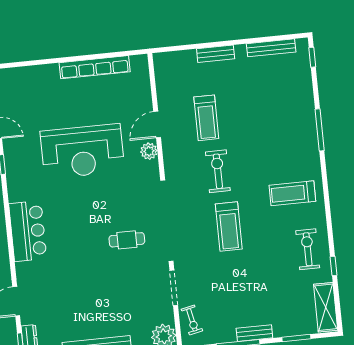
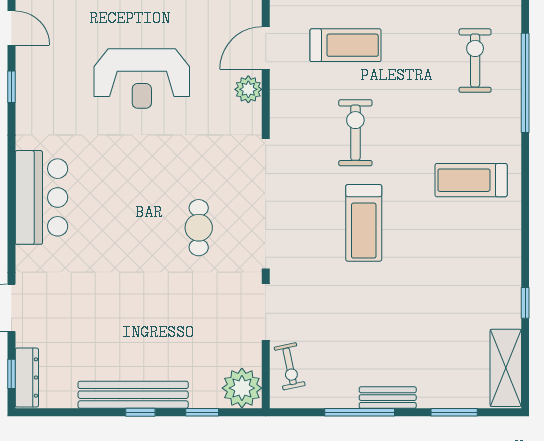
treadmill: (206, 118) -> (346, 45), turned -90
window: (320, 130) -> (525, 83), width x1.46
reception desk: (82, 151) -> (142, 79), width x0.74, depth x0.77
cafe table: (127, 240) -> (199, 228), turned 90
exercise bike: (308, 249) -> (475, 61), moved

